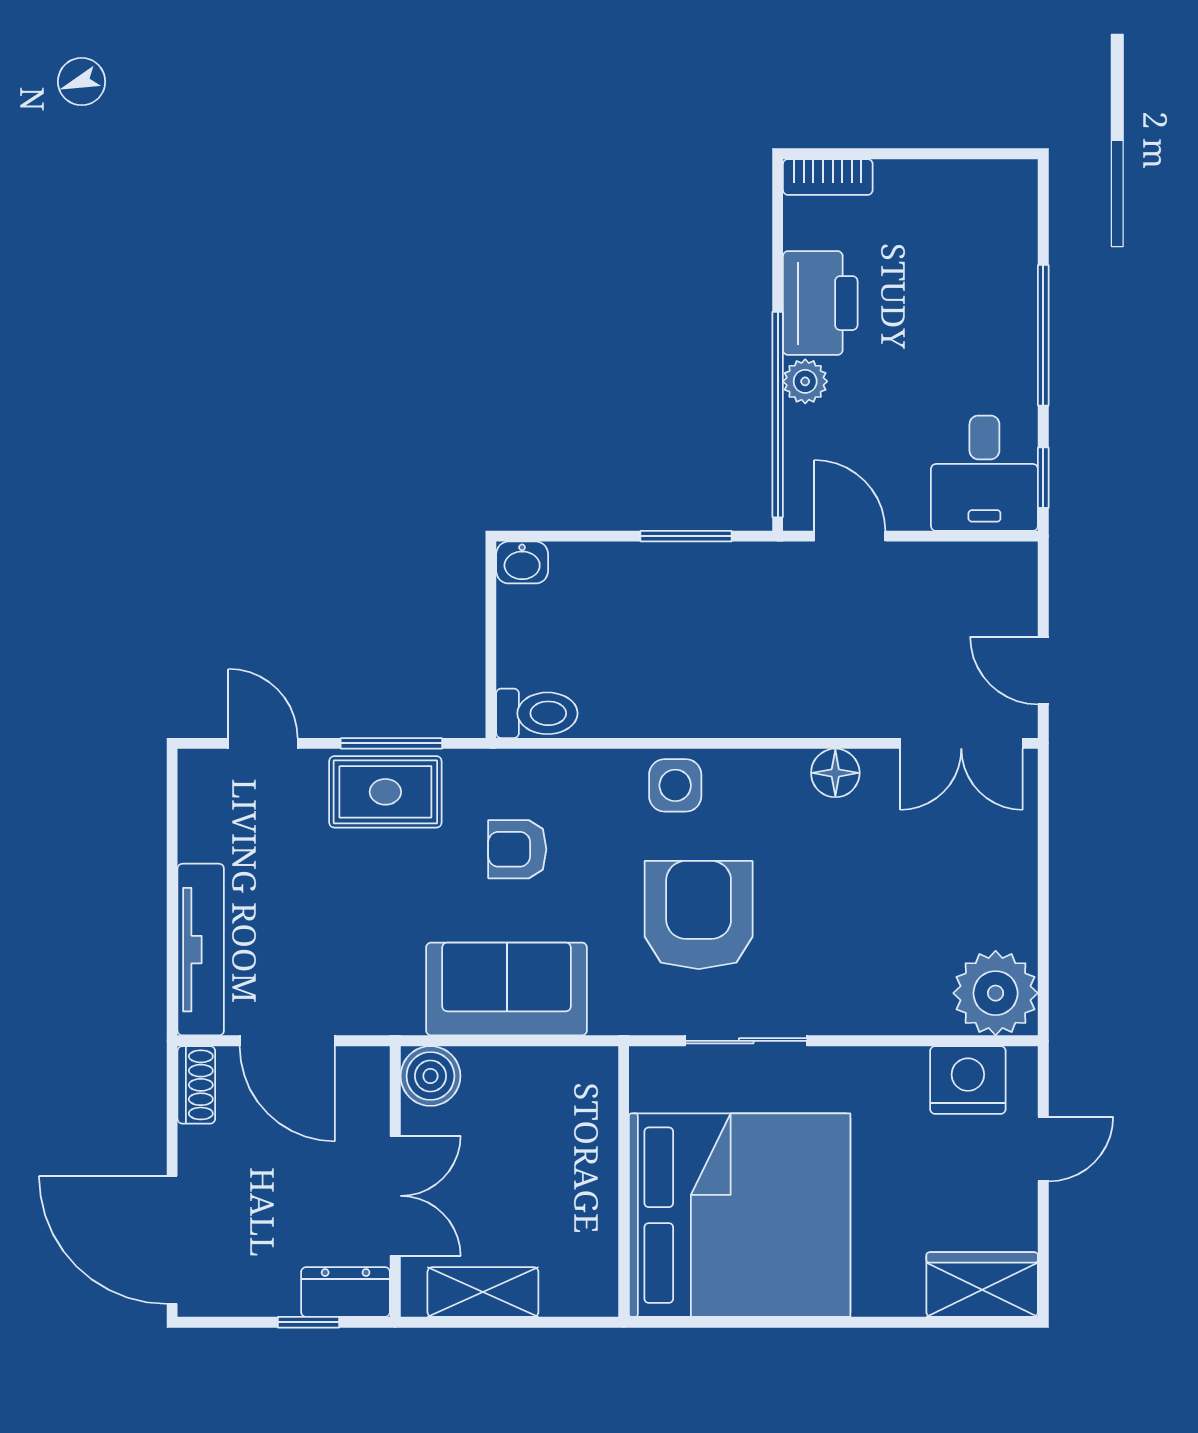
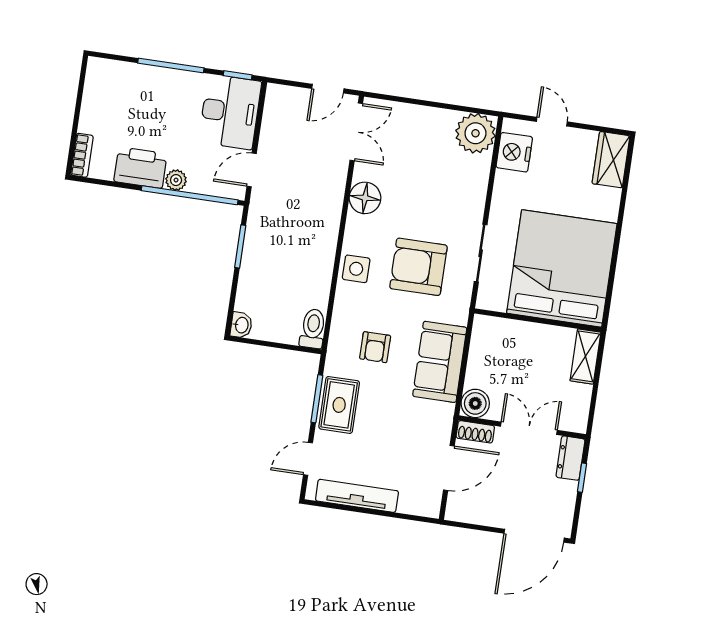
desk: (984, 473) -> (230, 112), width x1.37
floor lamp: (835, 773) -> (365, 198), width x1.38, depth x1.38
tv unit: (201, 950) -> (357, 496), moved
shoe rack: (196, 1085) -> (475, 432), moved, turned 180
shelving: (483, 1292) -> (585, 356), moved

